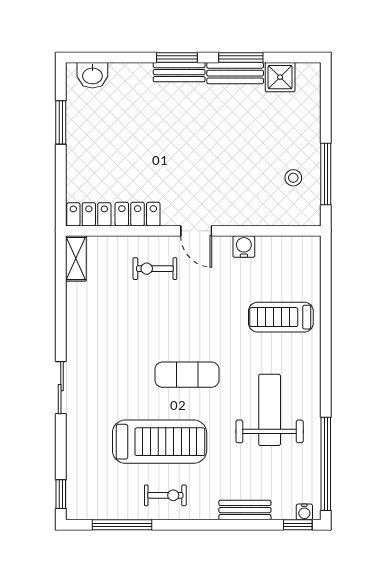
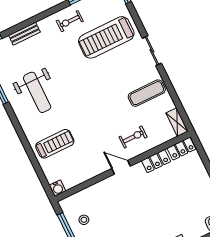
water cooler: (244, 247) -> (58, 188), moved
exercise mat: (187, 375) -> (147, 93), moved
treadmill: (160, 442) -> (106, 37), moved

